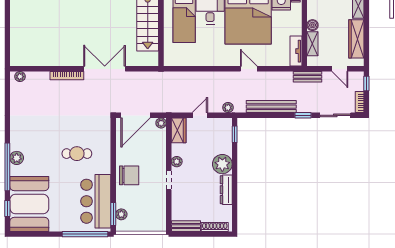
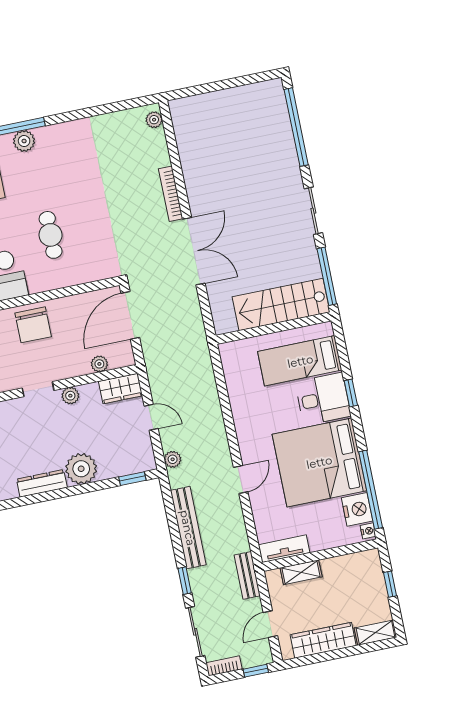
boiler: (313, 25) -> (331, 566), removed
door: (136, 115) -> (130, 315), hinge flipped
plant: (161, 123) -> (99, 364), moved

